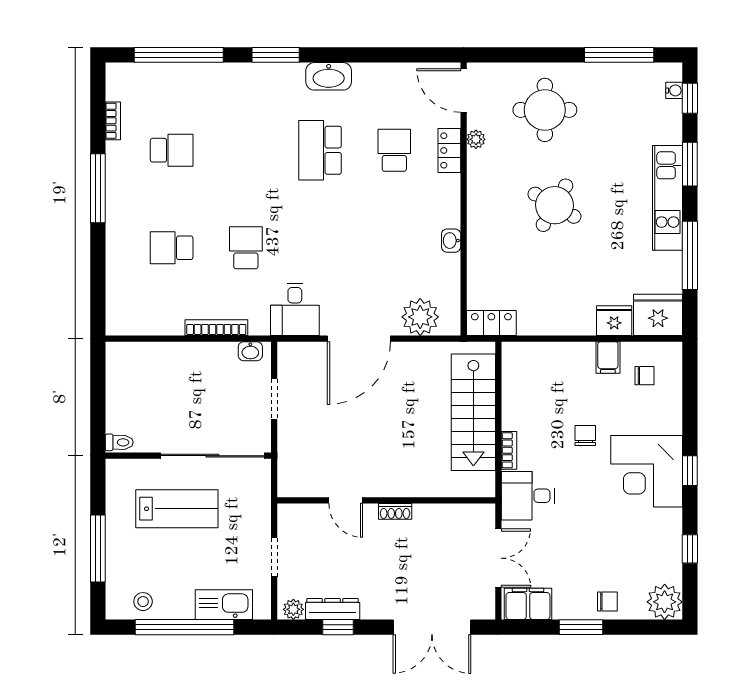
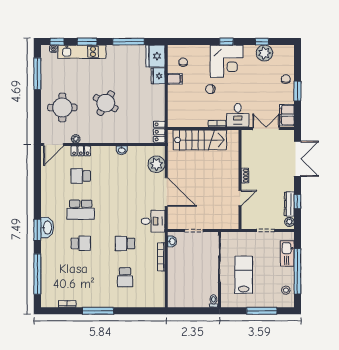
washbasin: (329, 76) -> (47, 228), moved
school desk: (172, 150) -> (81, 243), moved, turned 90
kitchen unit: (668, 198) -> (82, 52), moved
plant: (665, 602) -> (264, 53), moved

